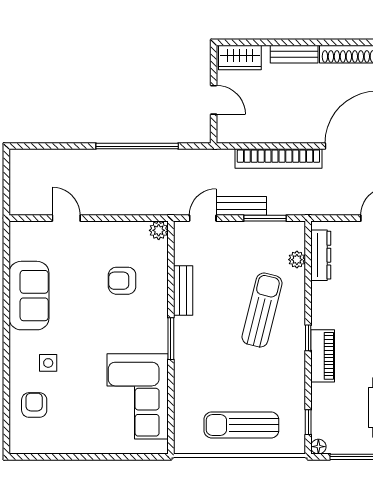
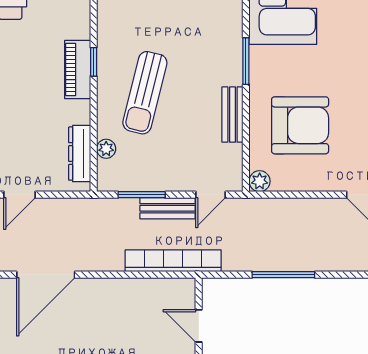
window: (137, 146) -> (283, 275), width x0.68
bookcase: (278, 159) -> (173, 261), moved
armchair: (122, 281) -> (300, 125), width x1.88, depth x1.88
piano: (323, 356) -> (78, 70), moved

